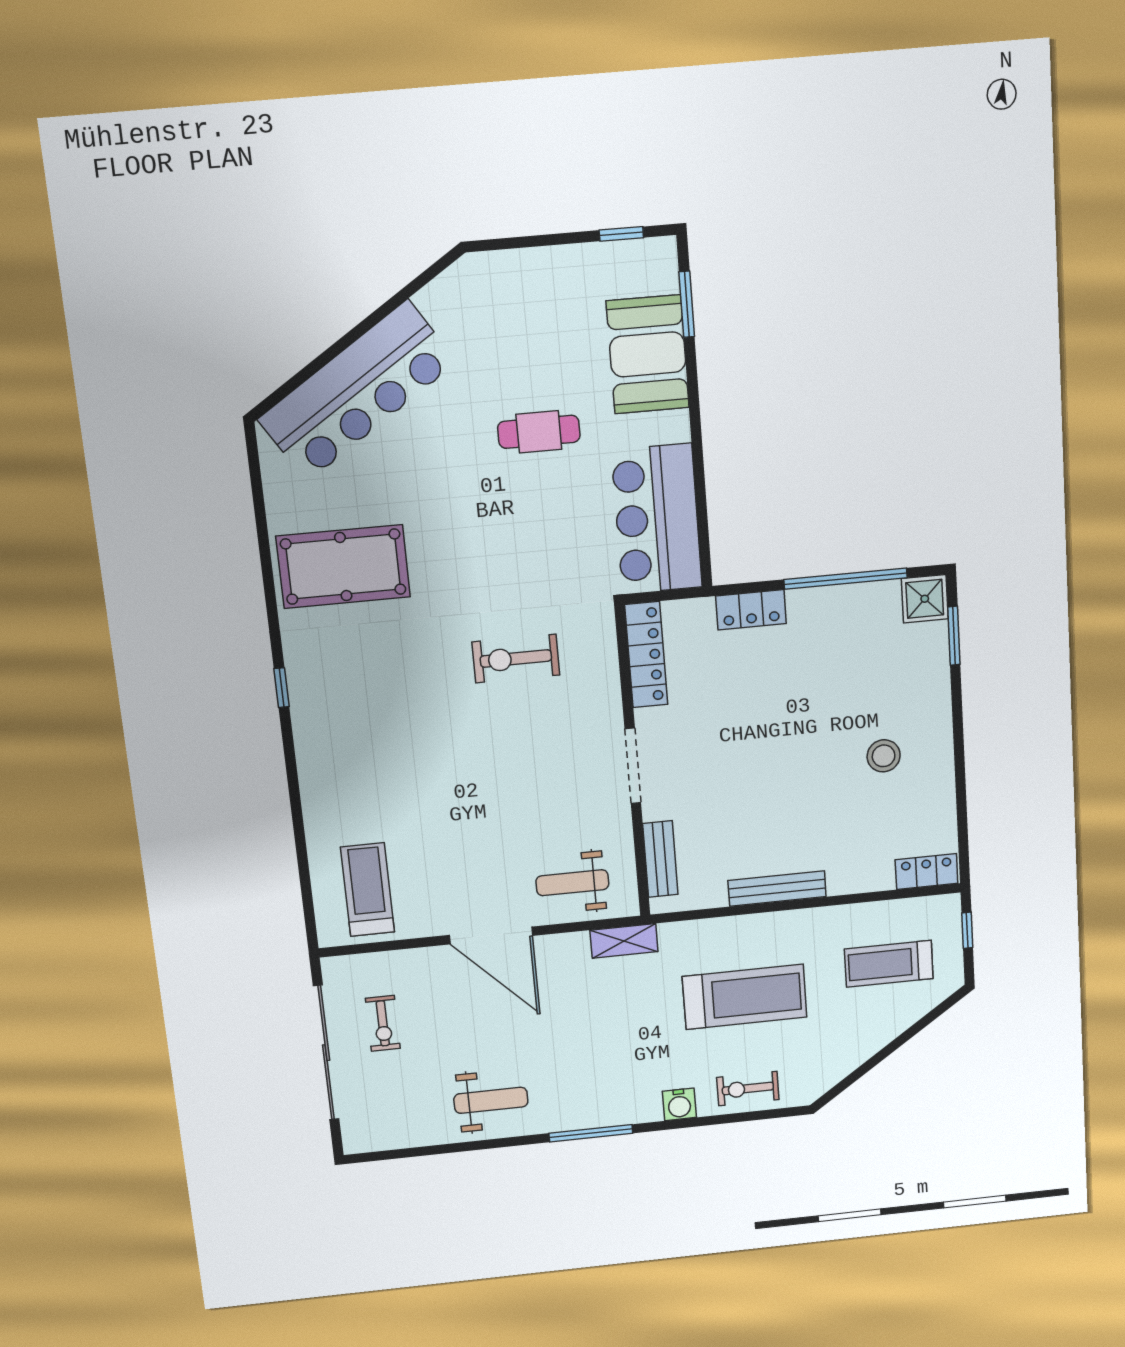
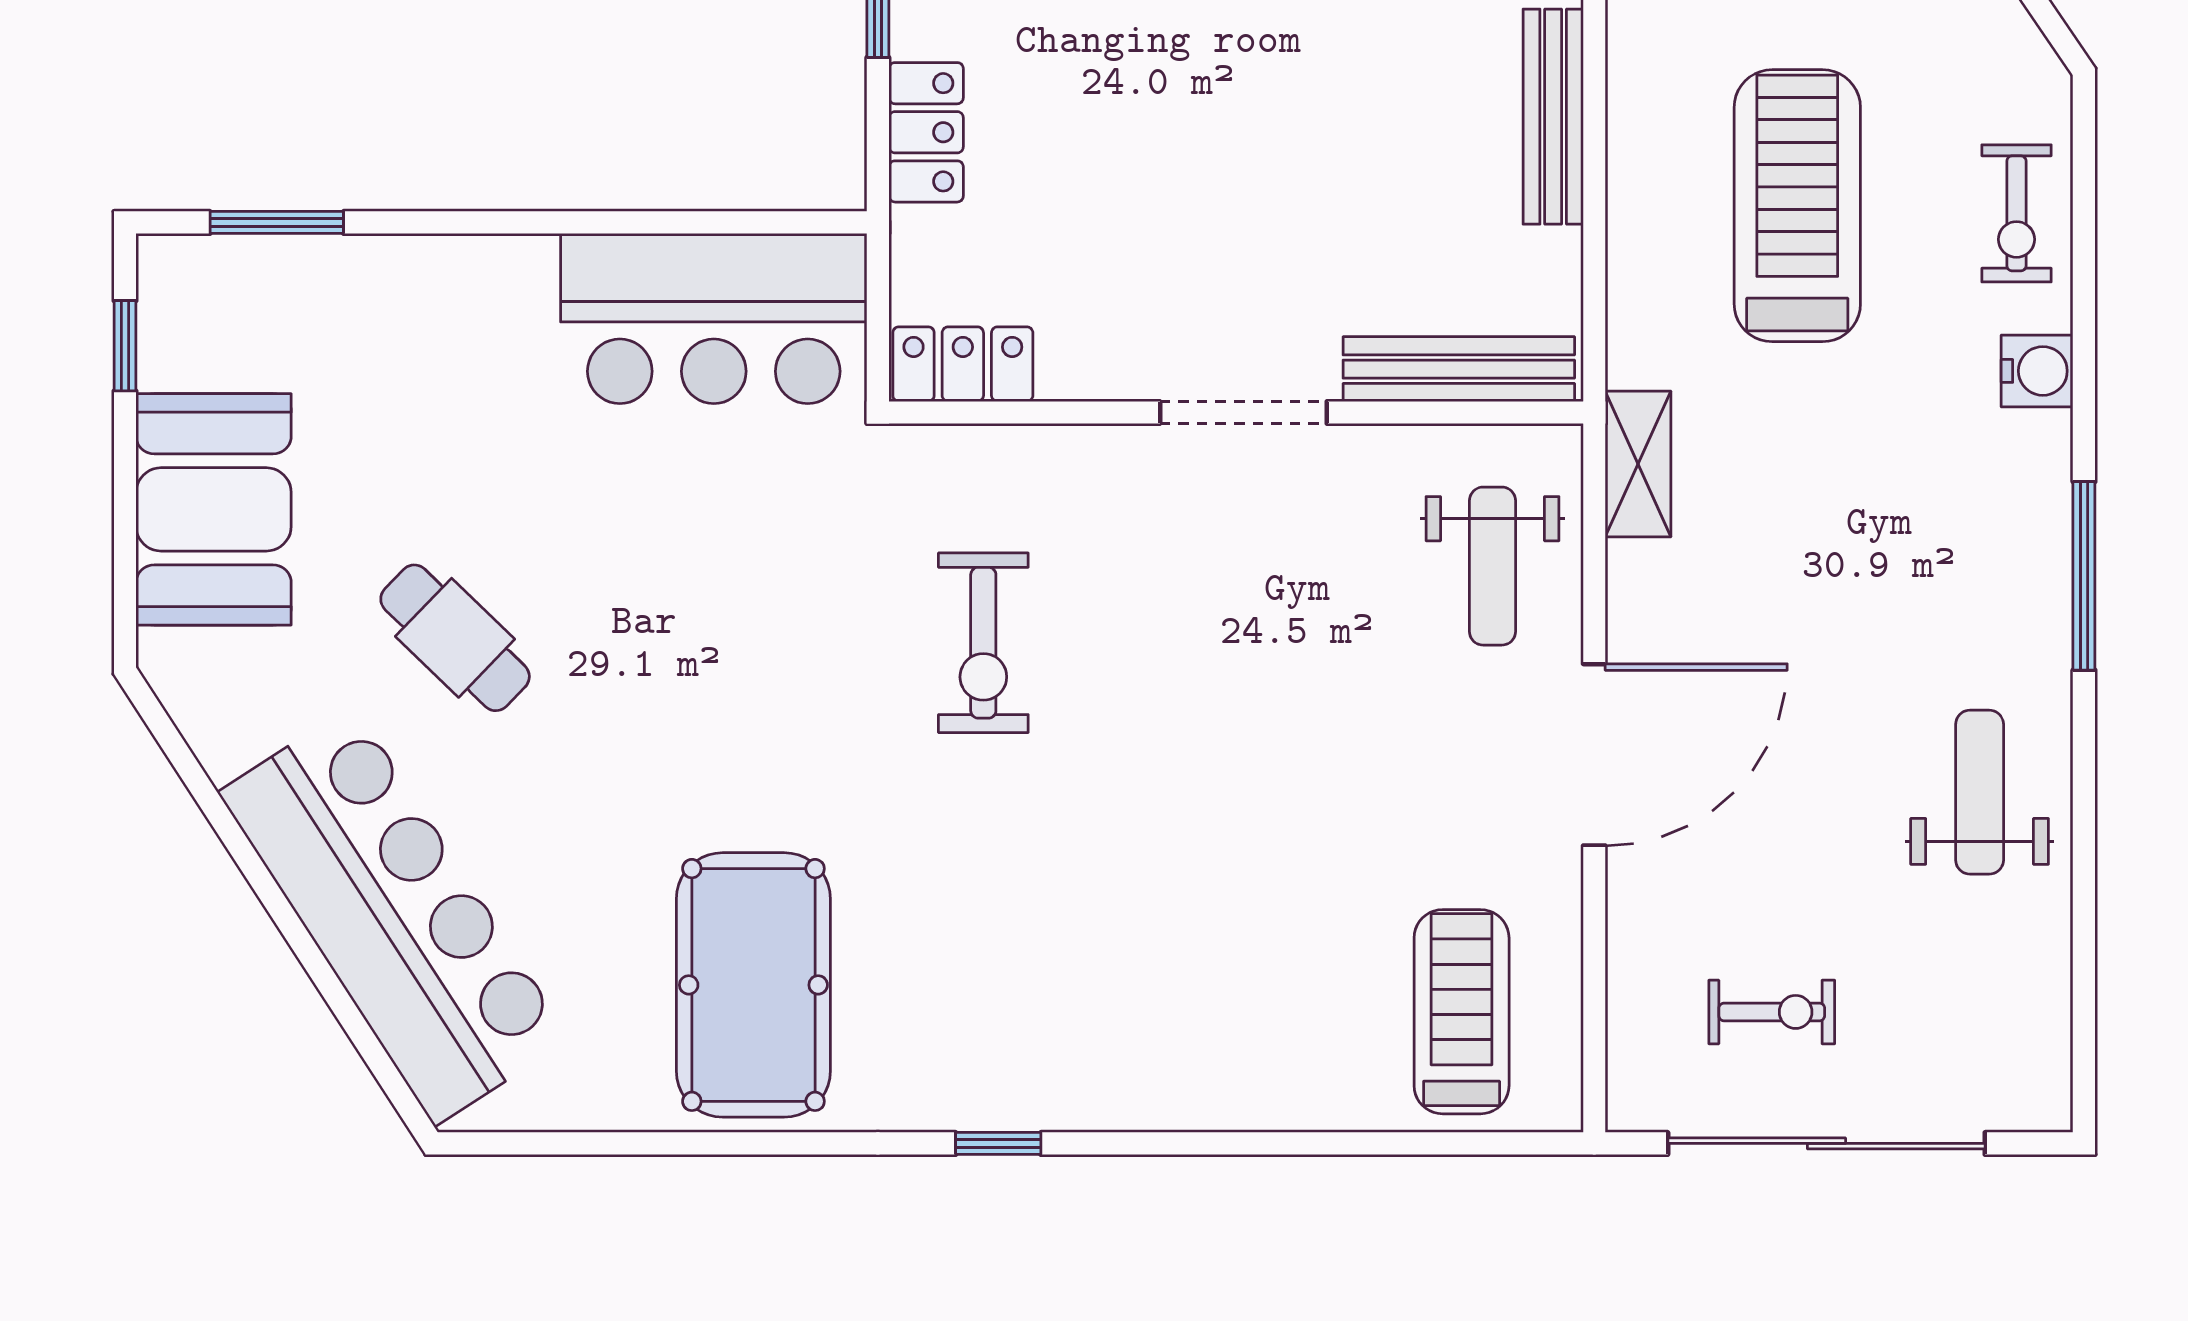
booth: (648, 354) -> (214, 509), moved, turned 90
cafe table: (539, 432) -> (455, 638), moved, turned -46
locker: (646, 655) -> (963, 364), width x0.66
bench: (660, 859) -> (1459, 369), width x1.36
treadmill: (367, 890) -> (1462, 1012), turned 90

